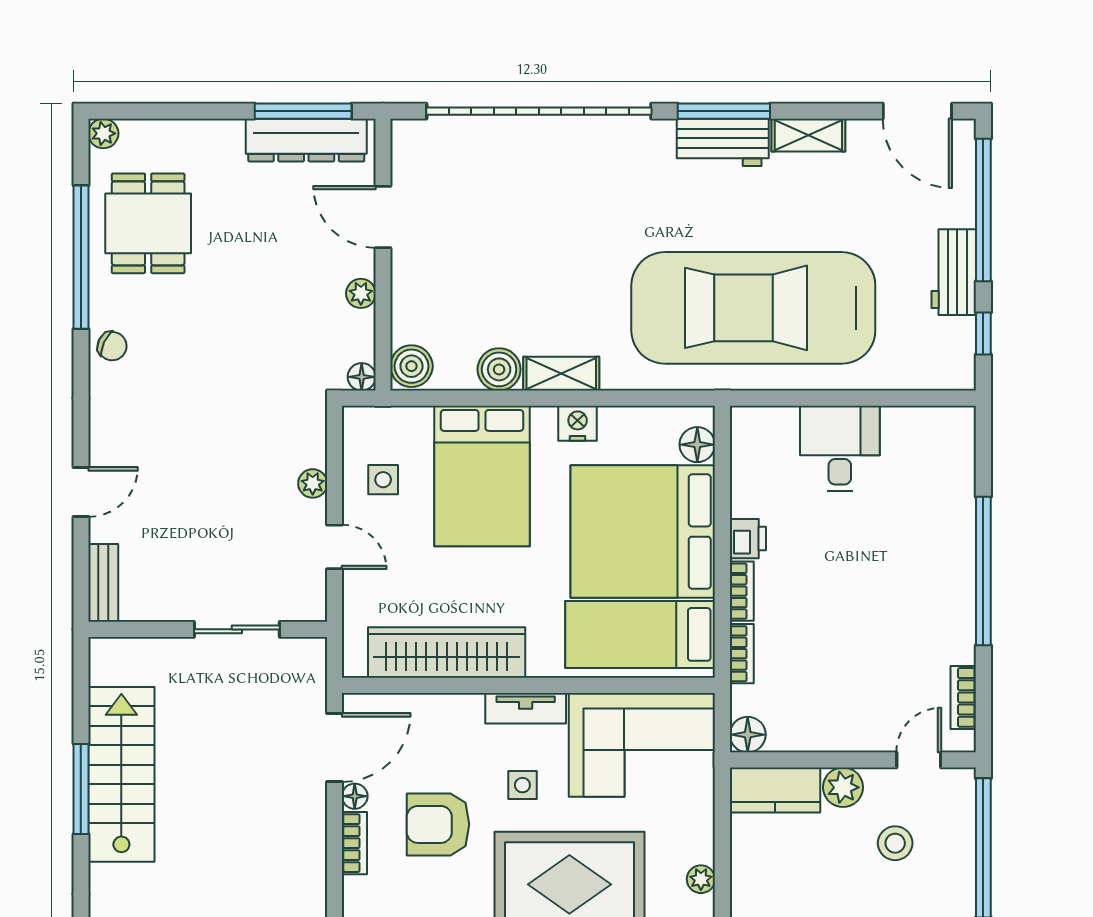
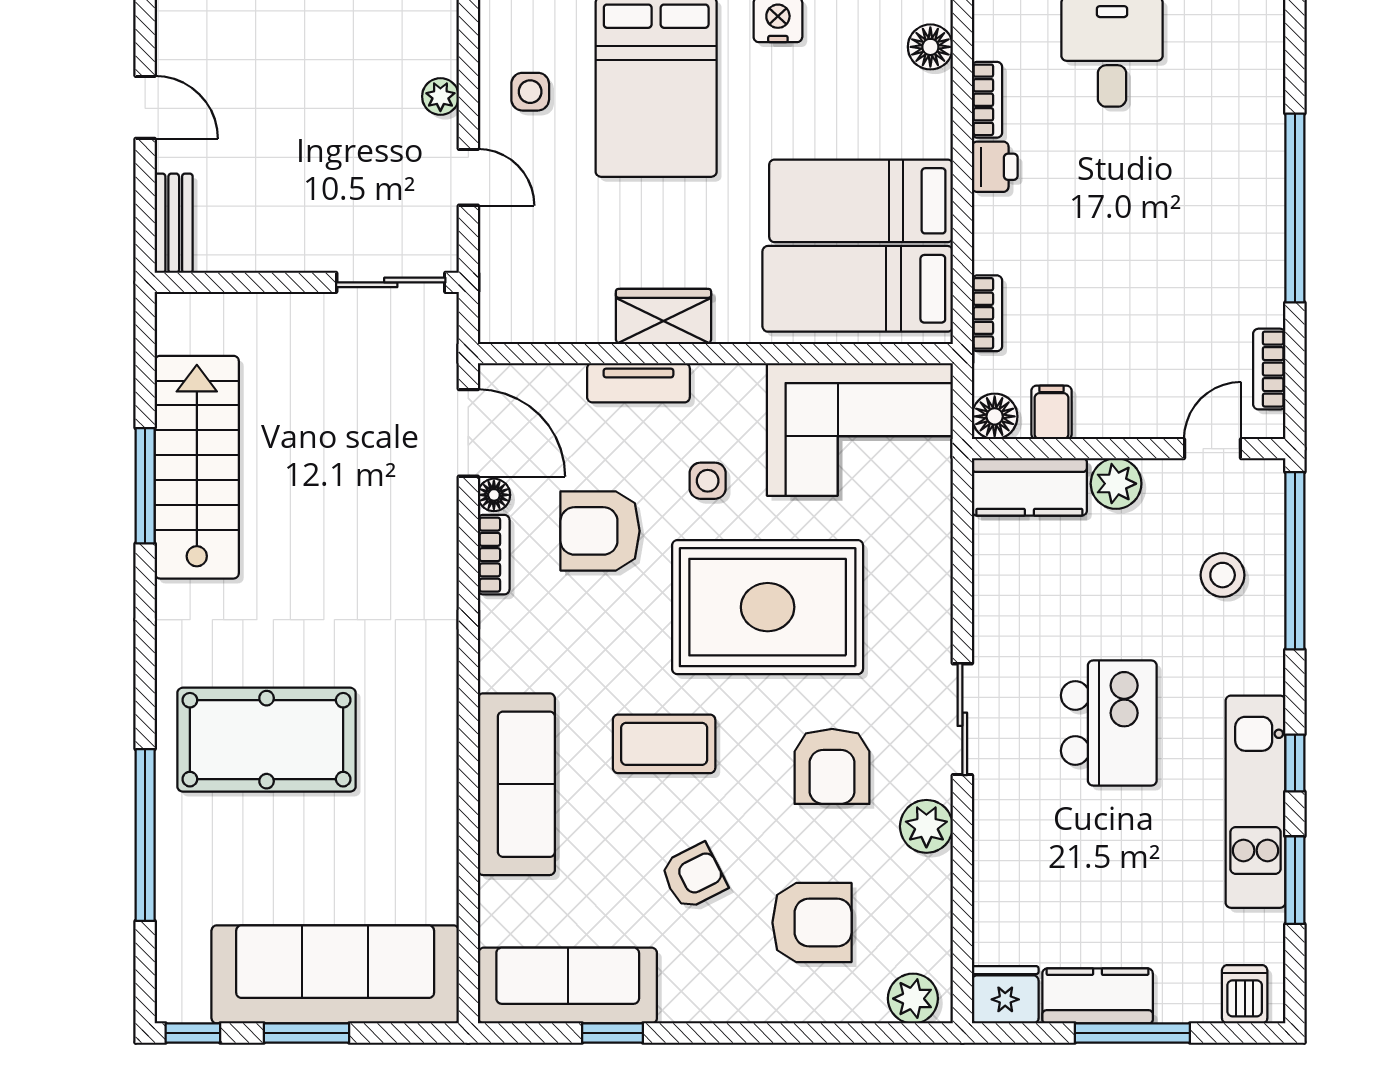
door: (81, 492) -> (145, 107), hinge flipped
bed: (643, 532) -> (861, 201), width x0.49
bookcase: (742, 591) -> (987, 100), moved
sliding door: (237, 629) -> (391, 282), moved
wardrobe: (447, 652) -> (663, 317), width x0.48, depth x0.85
tv unit: (526, 708) -> (638, 383), moved
filing cabinet: (792, 731) -> (1052, 412), added
door: (335, 748) -> (468, 433), hinge flipped
stool: (895, 843) -> (1223, 575), moved
plant: (701, 879) -> (935, 601), removed

